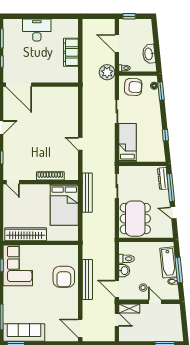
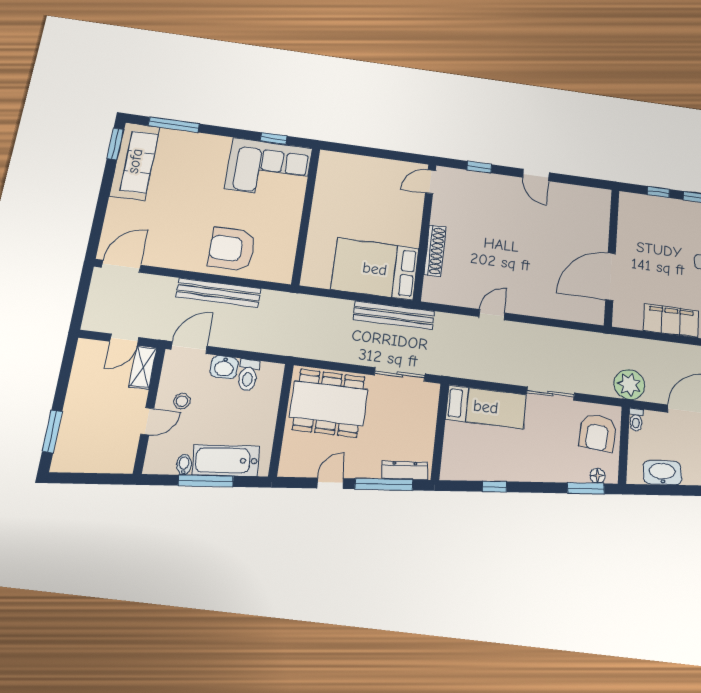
door: (19, 85) -> (611, 277), moved
wardrobe: (26, 234) -> (327, 191), removed

